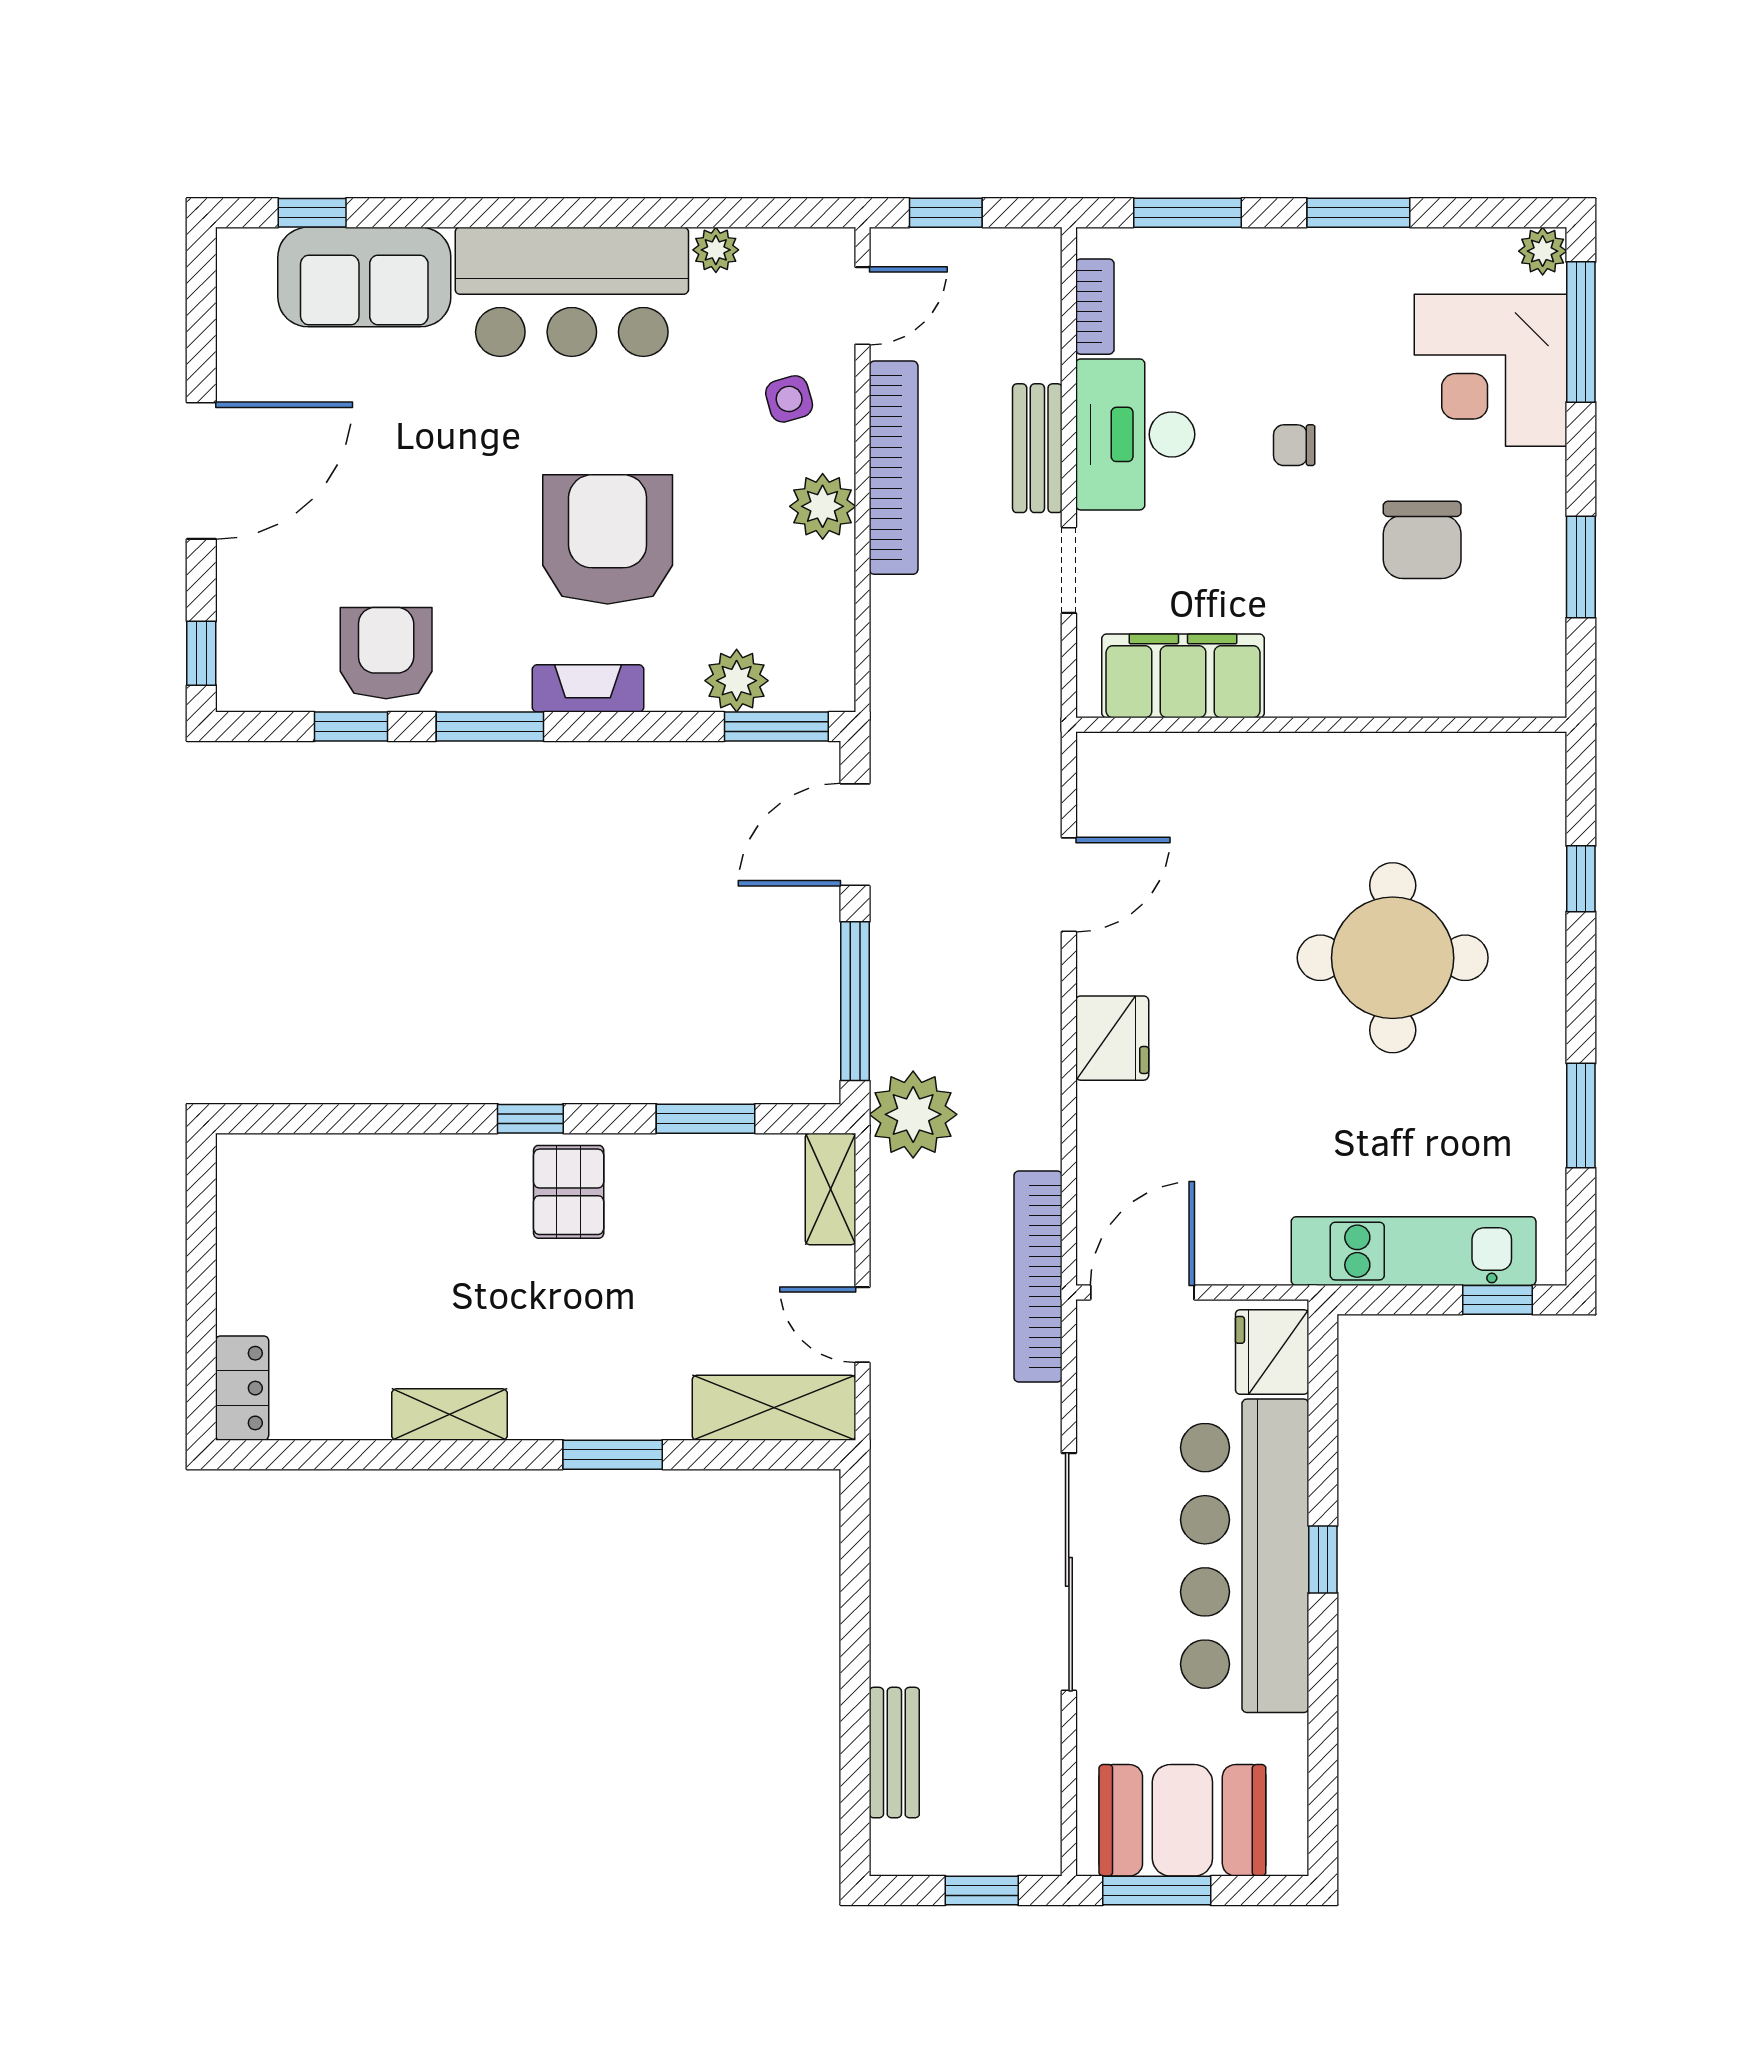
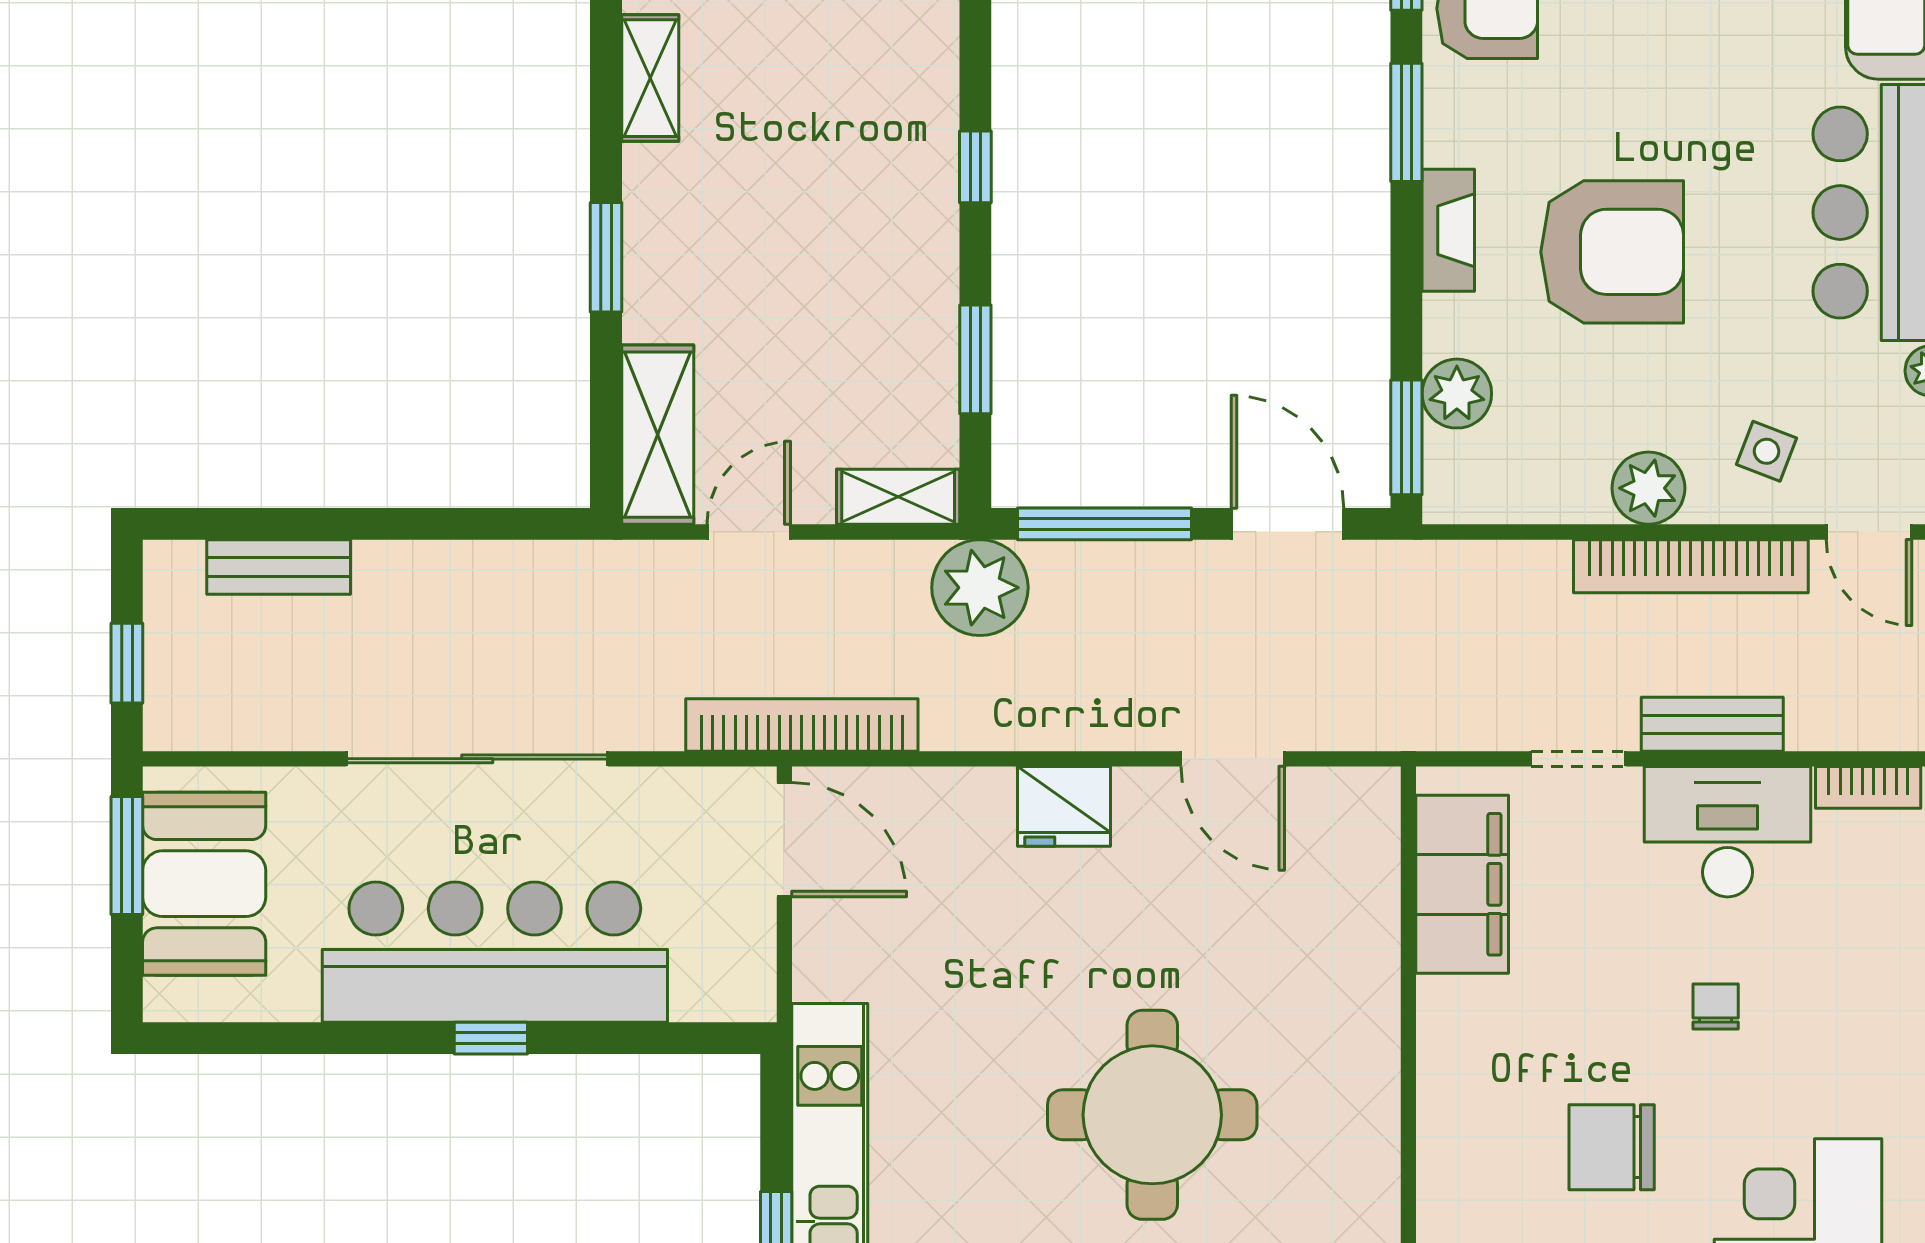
side table: (789, 399) -> (1767, 451), turned 37
pallet: (569, 1192) -> (895, 209), removed
fridge: (1272, 1352) -> (719, 982), removed

